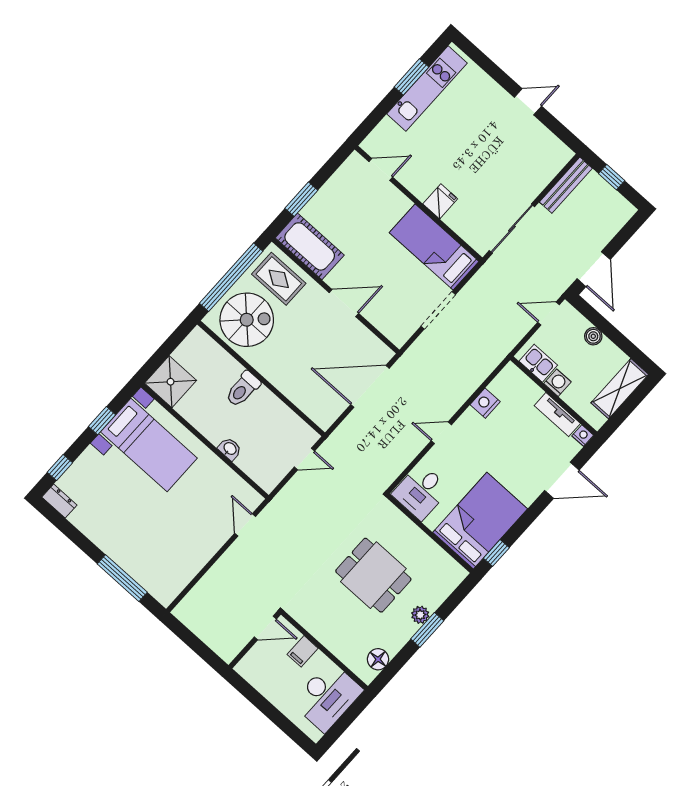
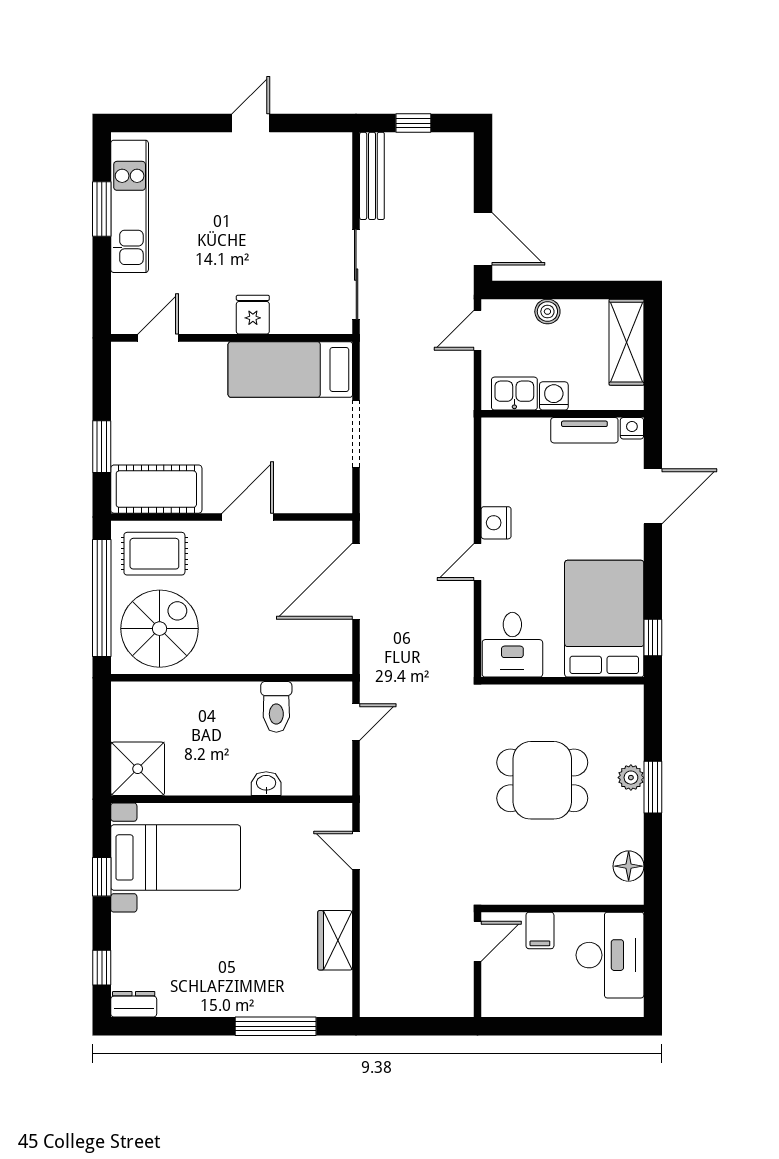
toilet: (243, 389) -> (276, 707), moved
nightstand: (485, 403) -> (496, 523), moved
wardrobe: (193, 562) -> (335, 940), added

